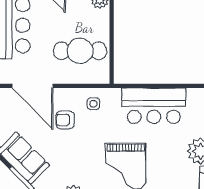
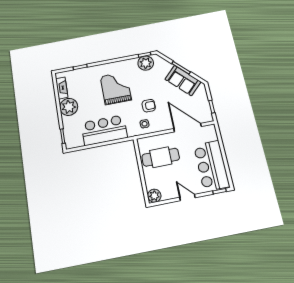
armchair: (65, 120) -> (149, 106), moved

